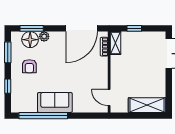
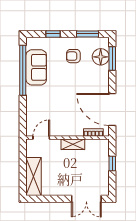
plant: (44, 36) -> (104, 71), removed
shelving: (116, 43) -> (73, 144), moved
sofa: (55, 102) -> (36, 67), moved

